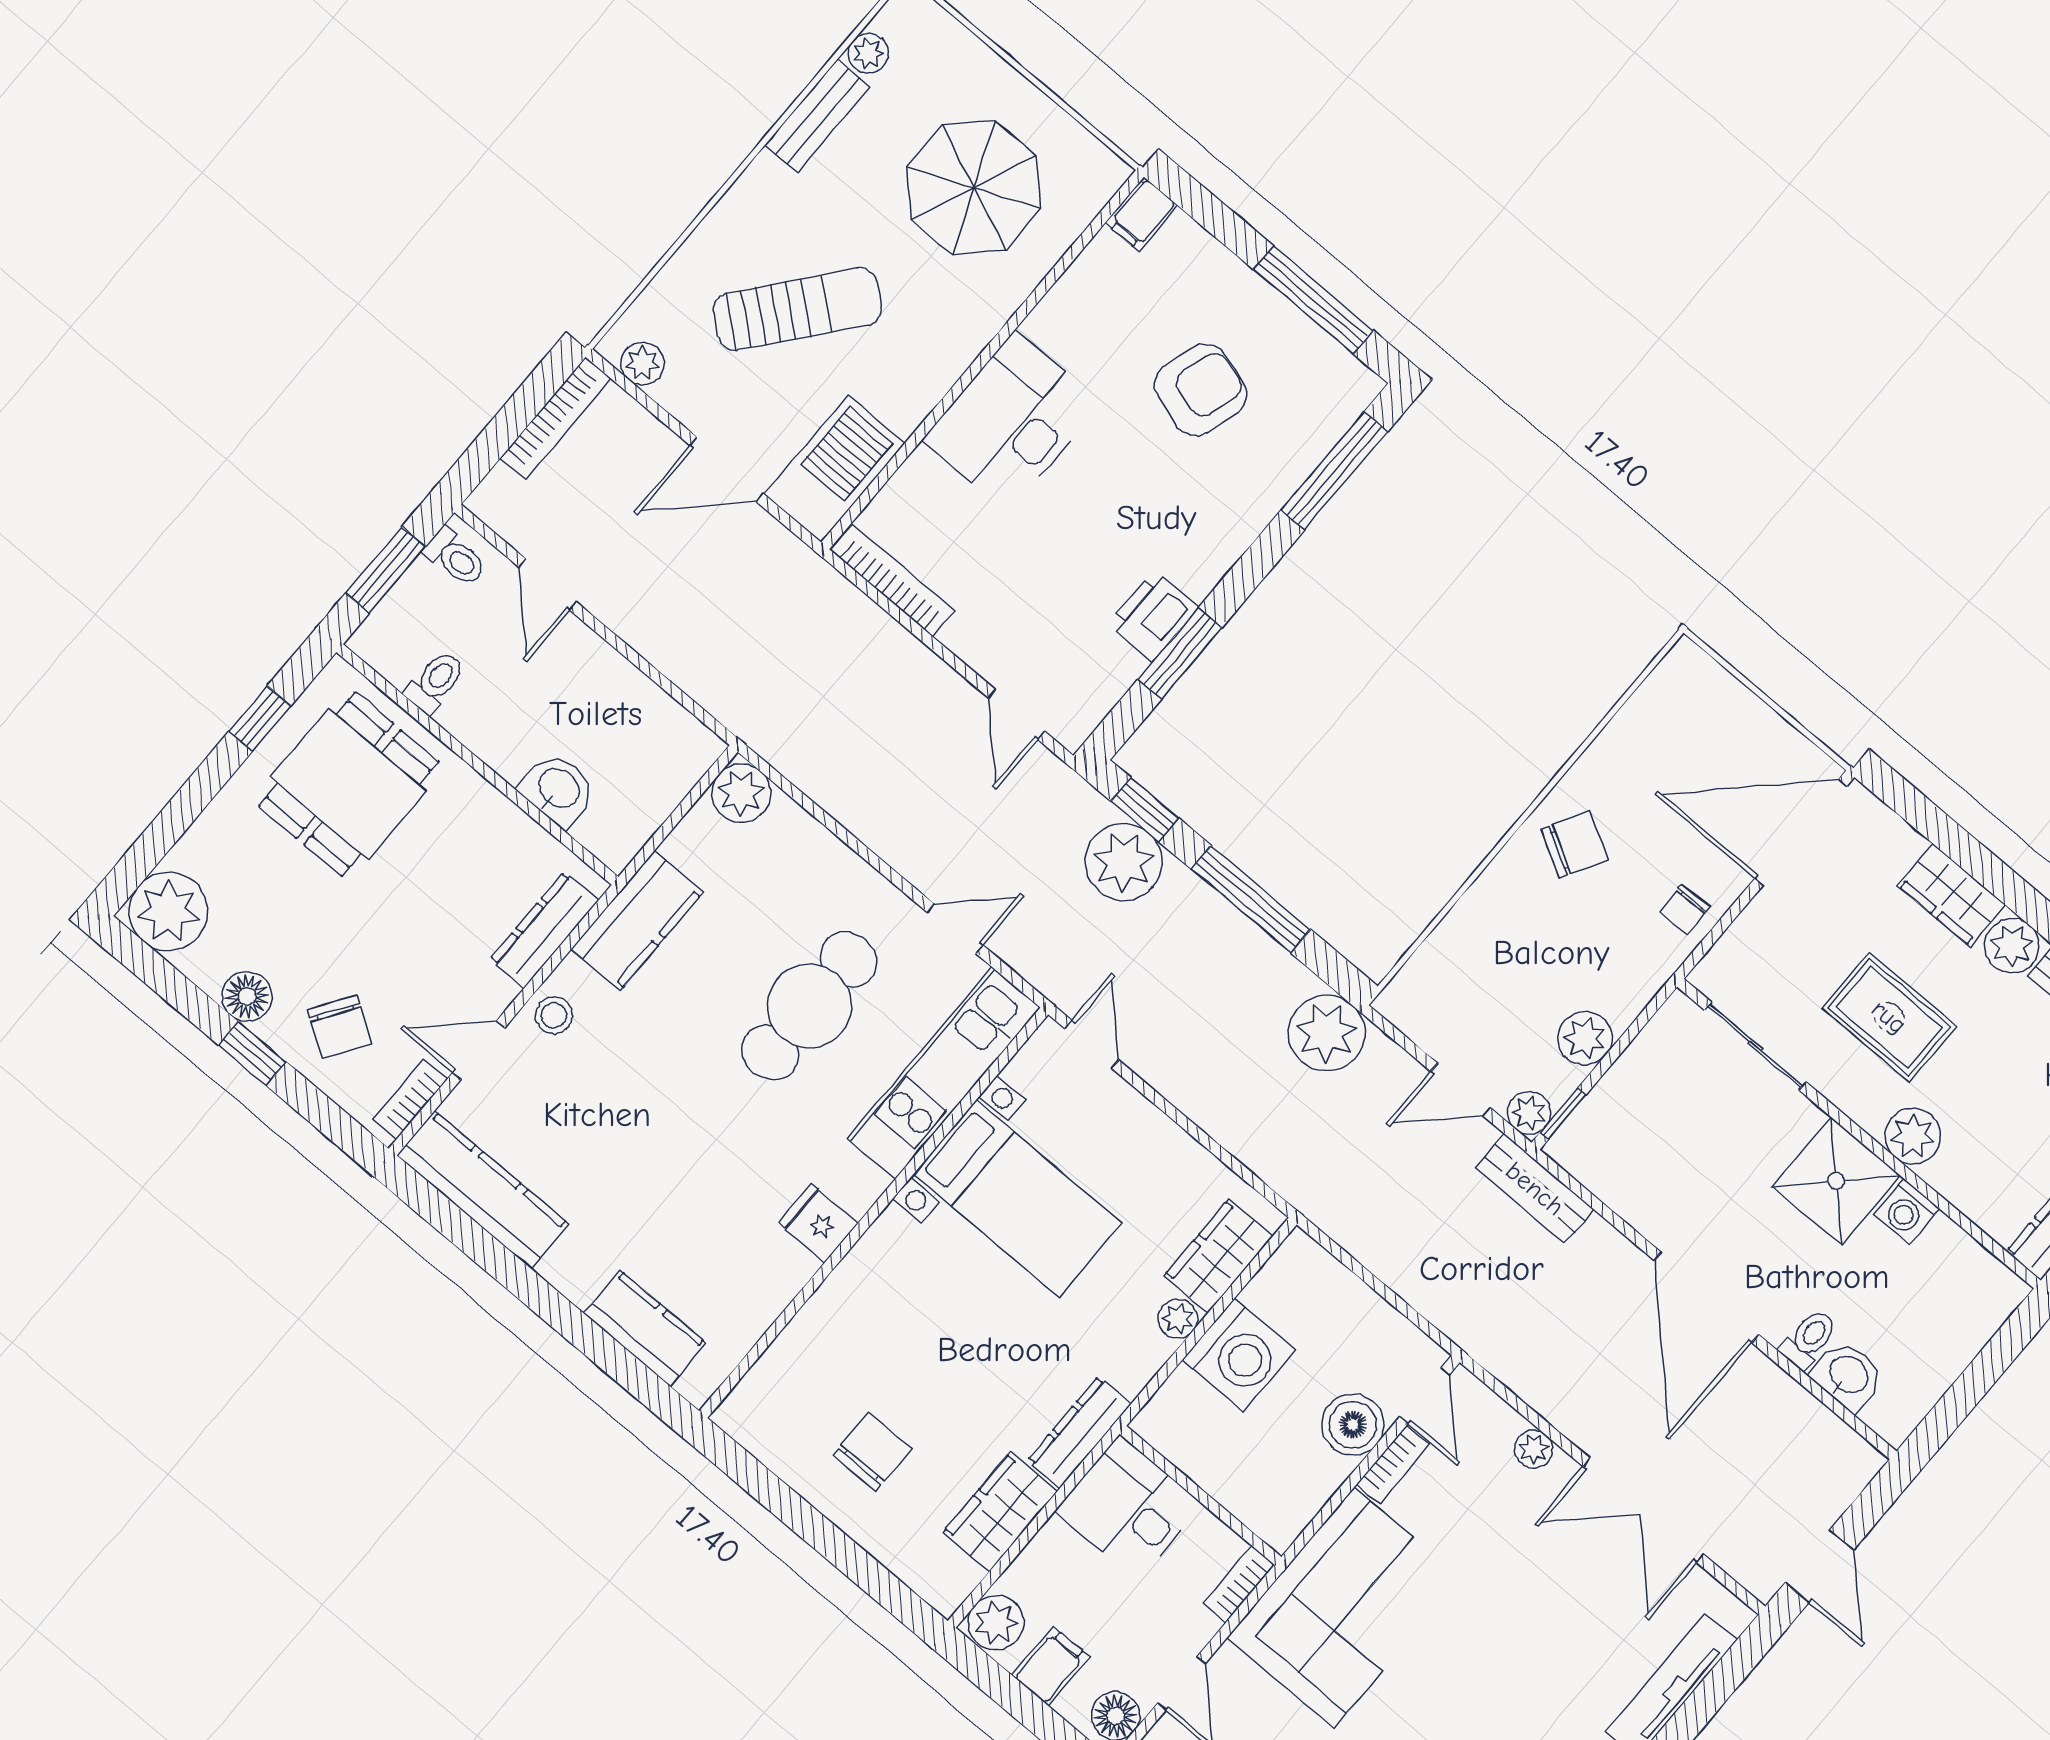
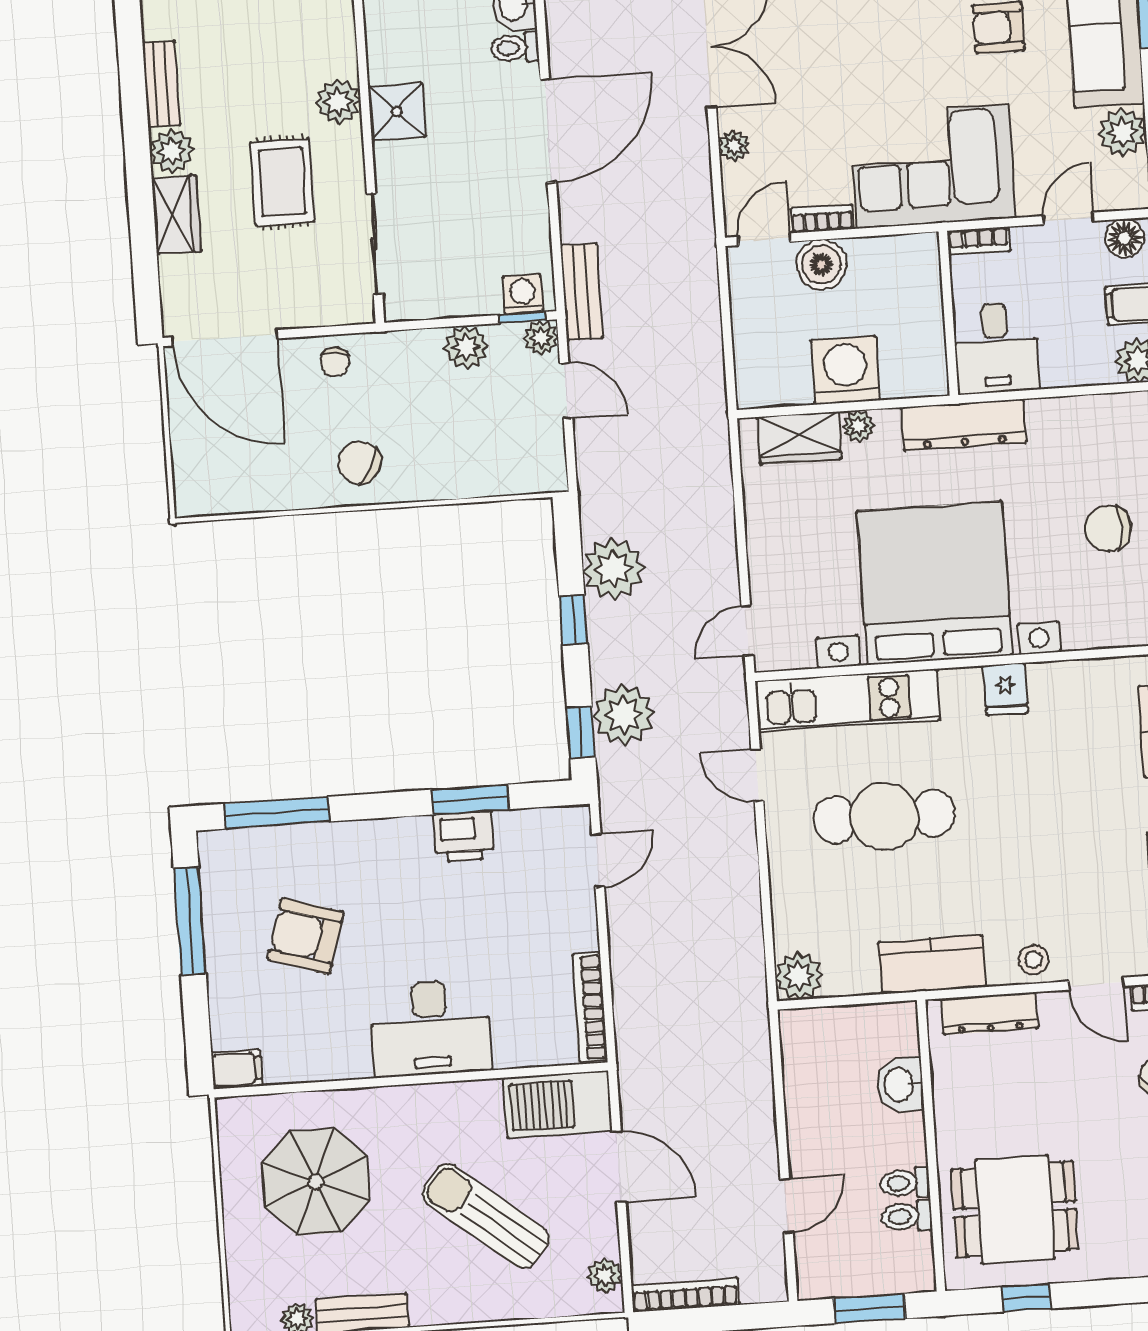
toilet: (455, 557) -> (905, 1183), moved, turned -90
window: (1251, 899) -> (573, 620), width x0.46
chair: (1685, 910) -> (335, 362), turned 100
plant: (1327, 1033) -> (613, 569), moved
shower: (1836, 1181) -> (397, 112), width x0.73, depth x0.73
bed with nightstands: (1017, 1199) -> (934, 583), width x1.85
washing machine: (1907, 1211) -> (523, 294), moved, turned -90
dresser: (1079, 1432) -> (964, 425), width x1.37, depth x1.24
wardrobe: (1000, 1512) -> (1071, 420), removed

